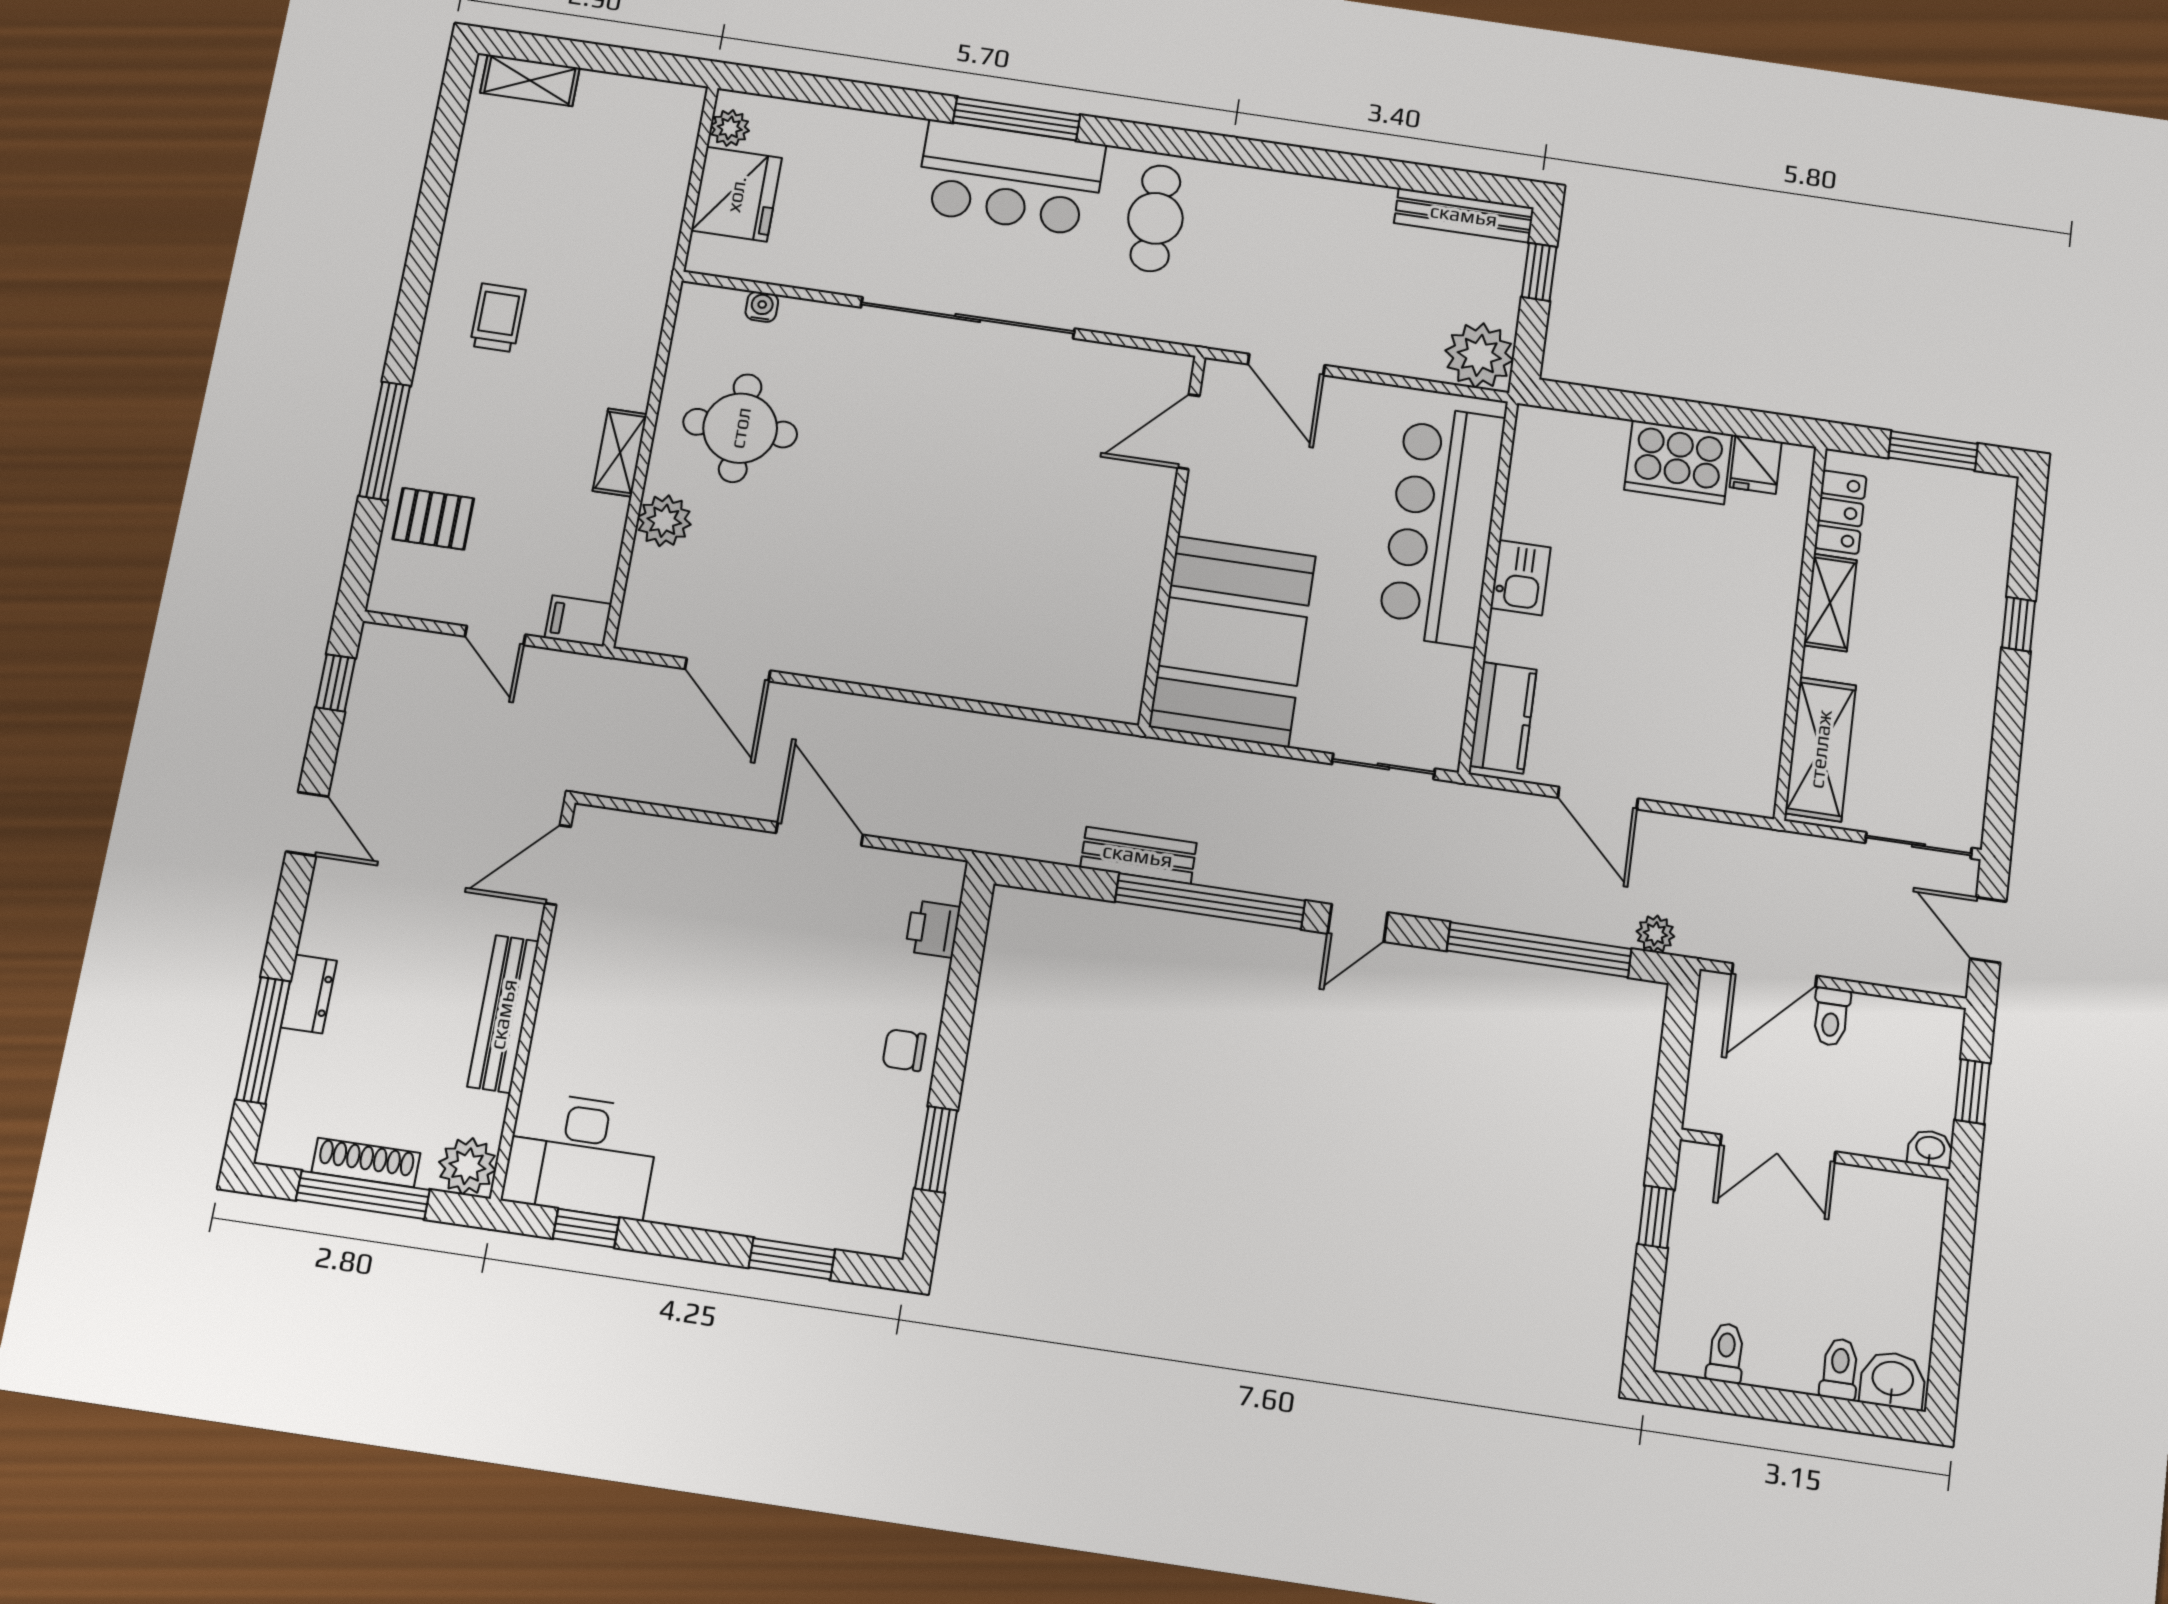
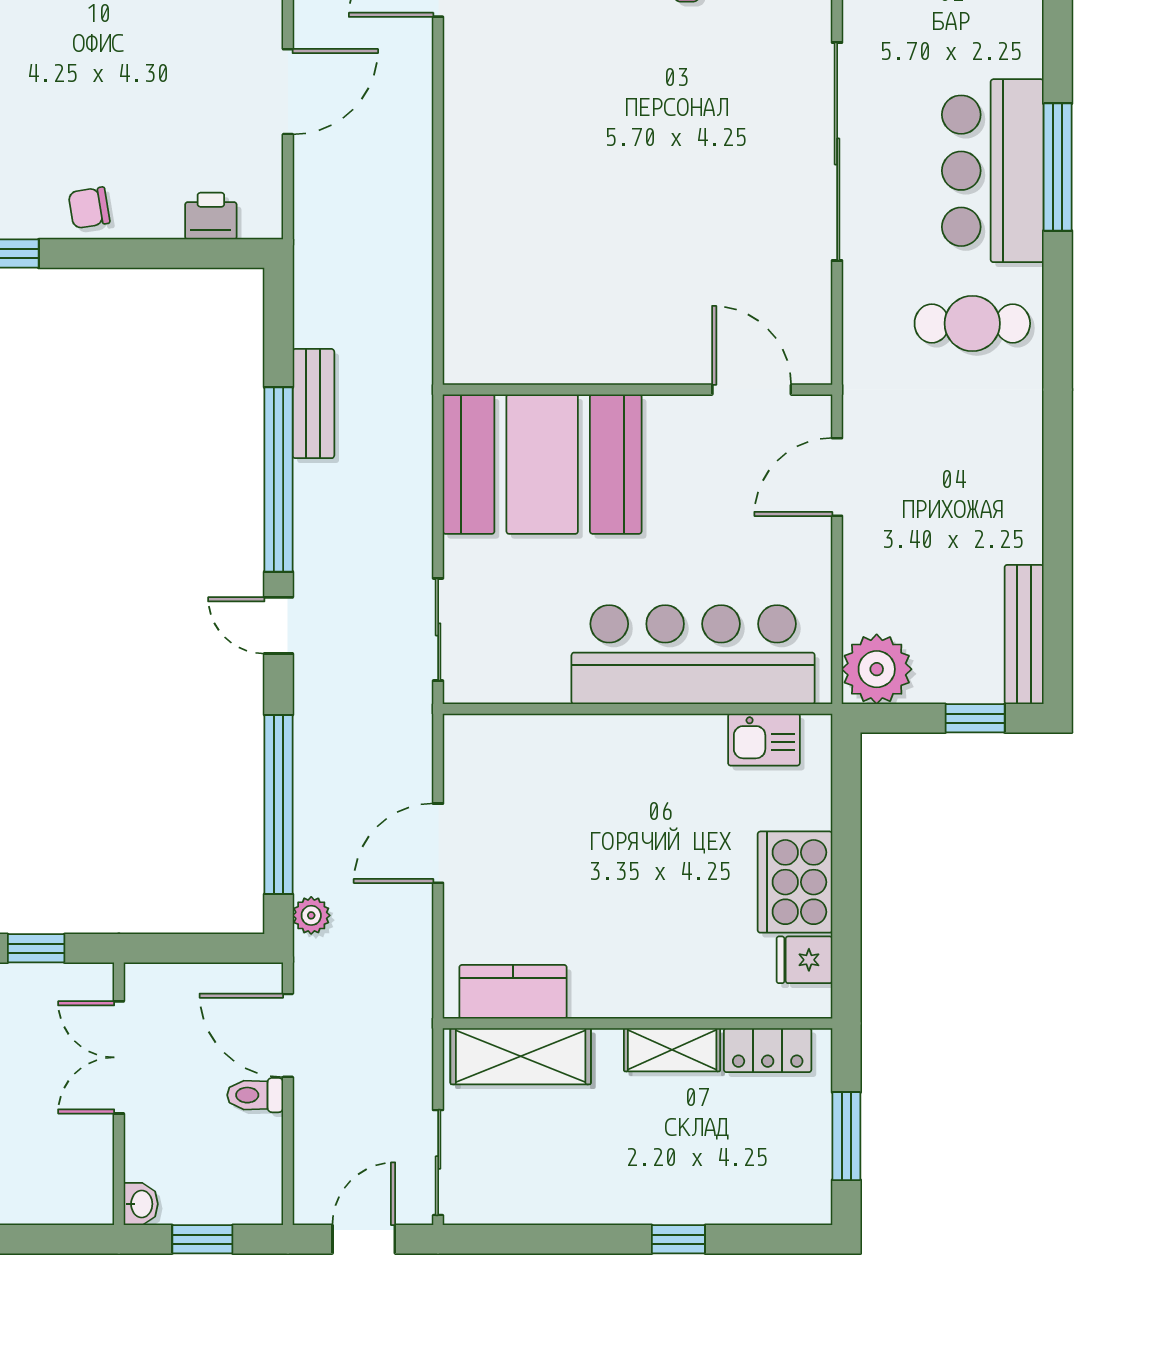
kitchen sink: (1520, 578) -> (764, 740), moved
kitchen counter: (1503, 718) -> (513, 992), moved, turned 180
chair: (904, 1050) -> (89, 208), turned -99

